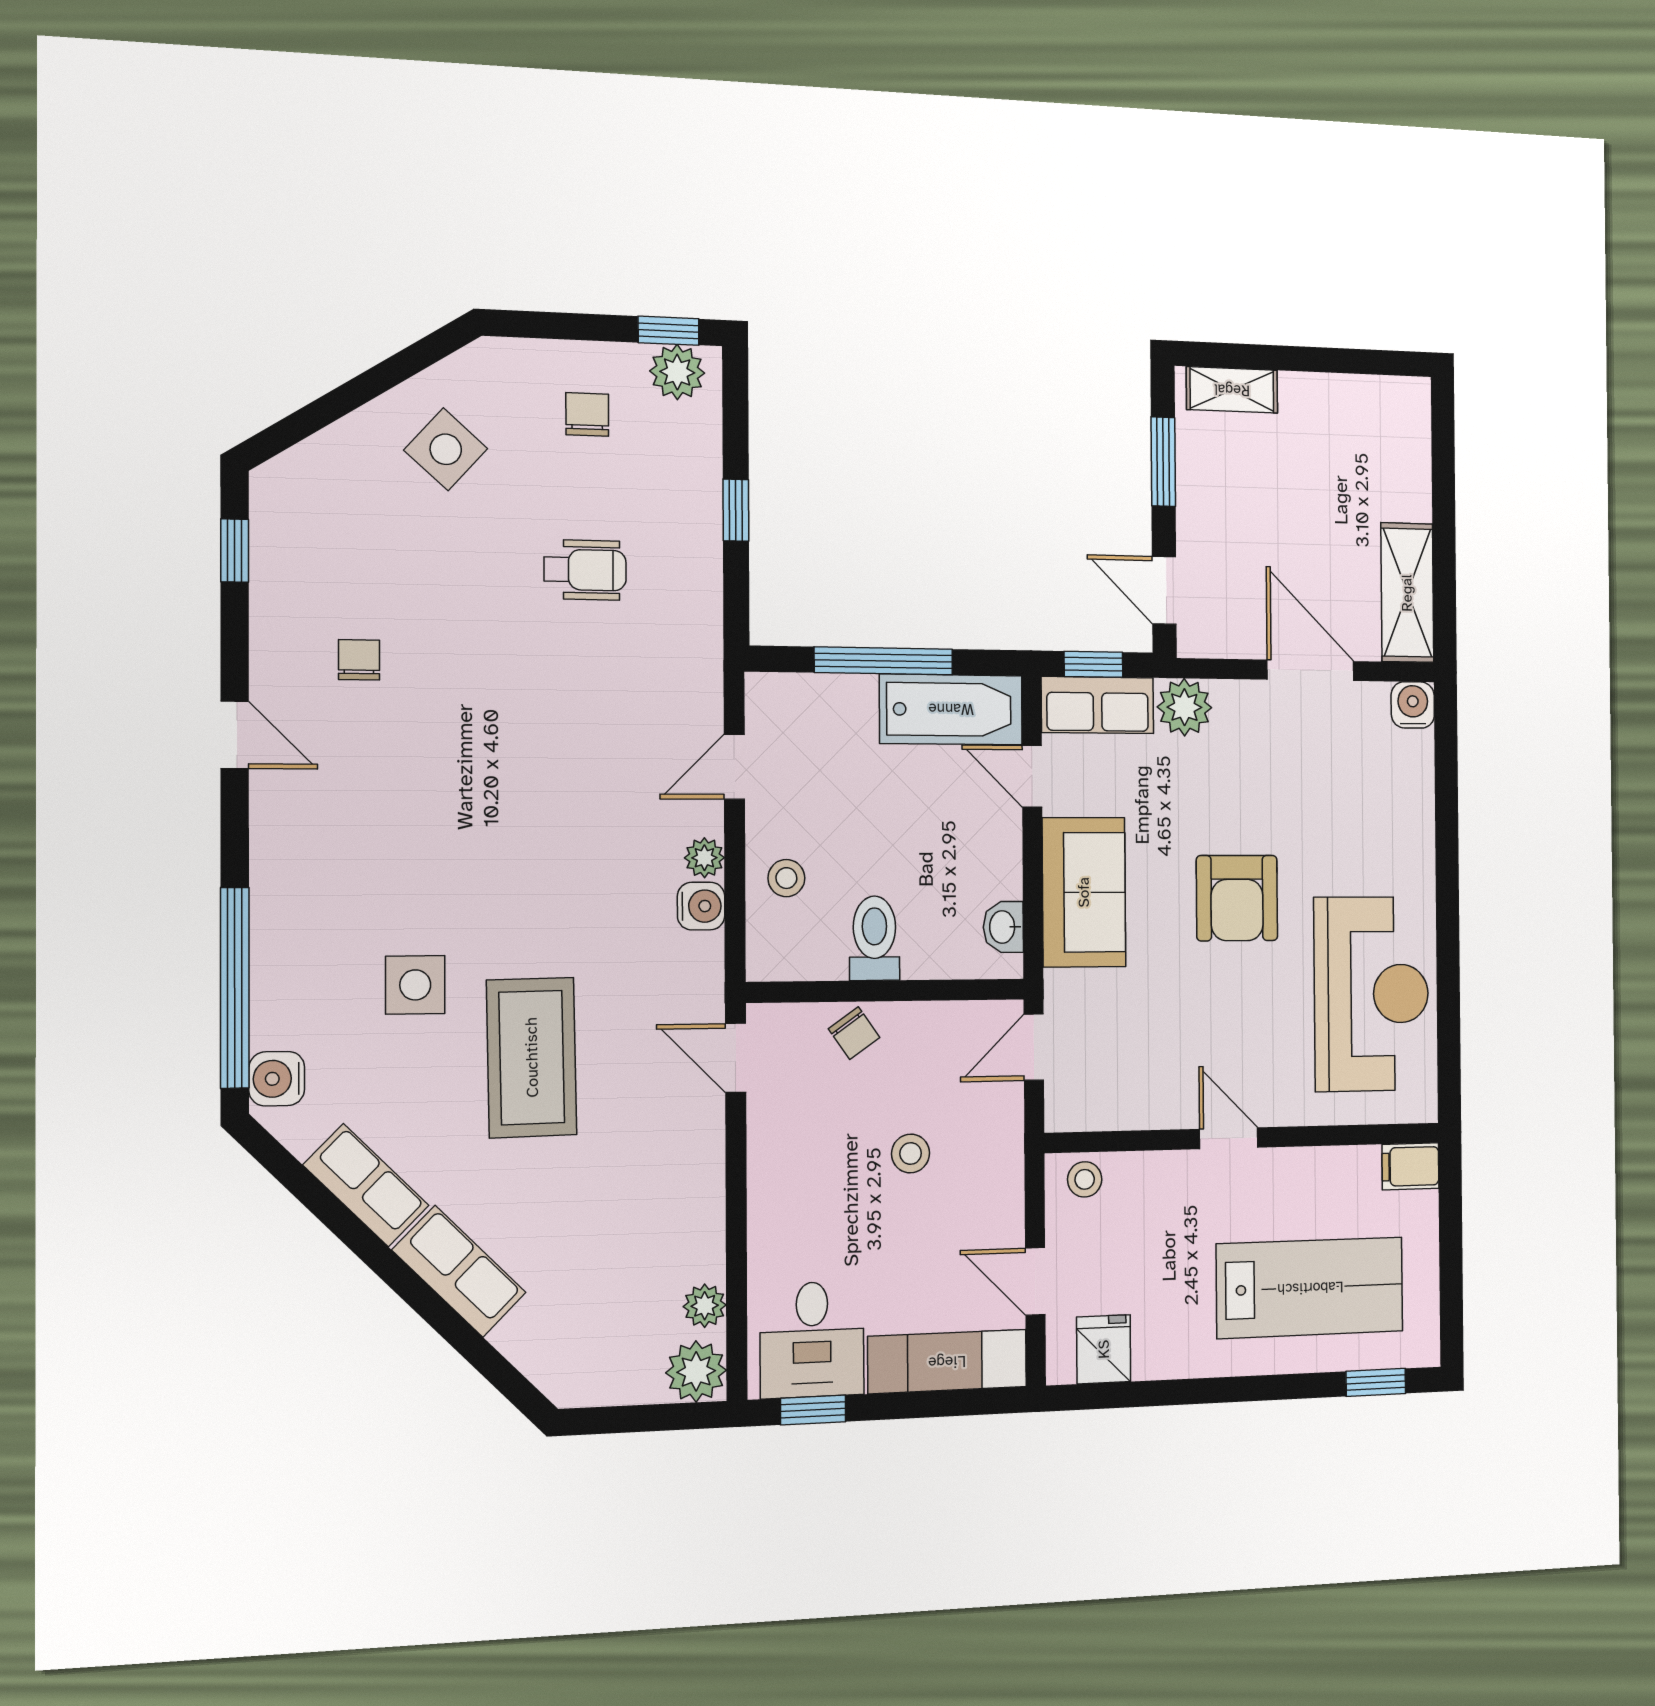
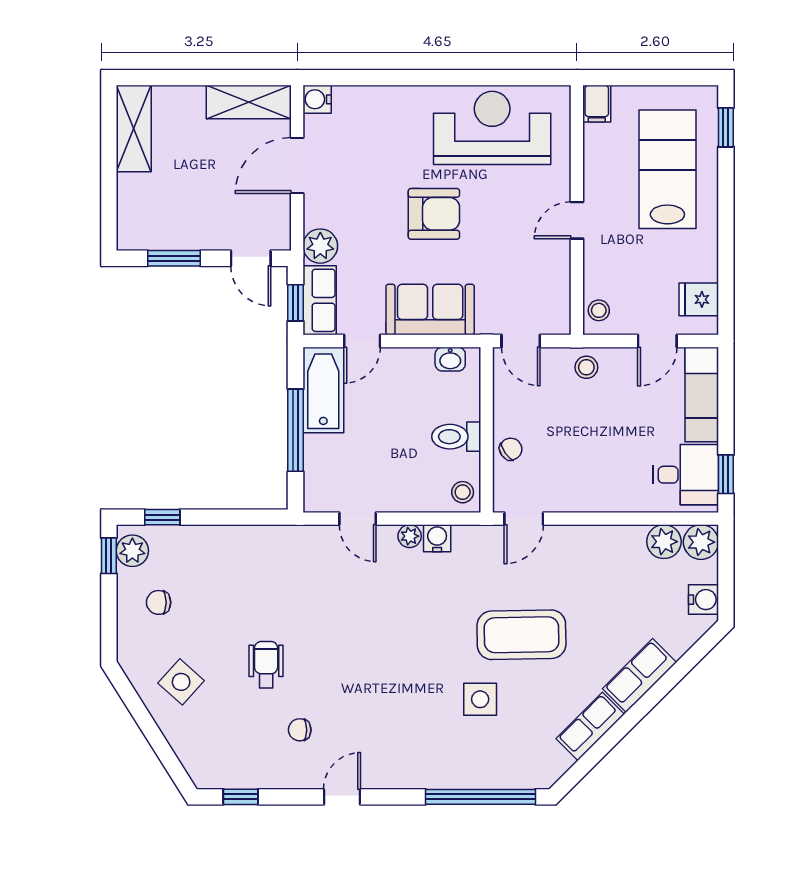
shelving: (1232, 390) -> (134, 128), moved, width x1.50, depth x1.33
window: (736, 510) -> (162, 517), moved
wheelchair: (585, 570) -> (266, 665), moved
door: (1164, 590) -> (251, 258), hinge flipped
stool: (786, 878) -> (463, 492), moved
water cooler: (277, 1079) -> (703, 600), moved, turned -90
stool: (911, 1153) -> (586, 367), moved
plant: (705, 1306) -> (664, 542), width x1.38, depth x1.38

